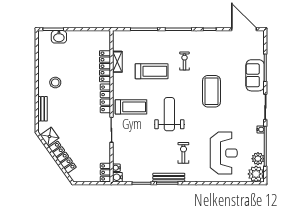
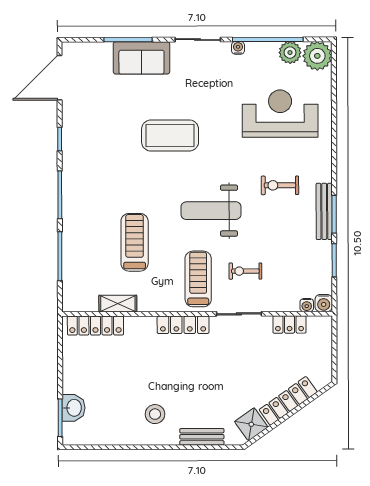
exercise bike: (184, 61) -> (245, 271), moved
locker: (105, 66) -> (95, 326), moved
locker: (105, 172) -> (290, 324), moved

